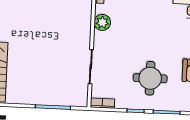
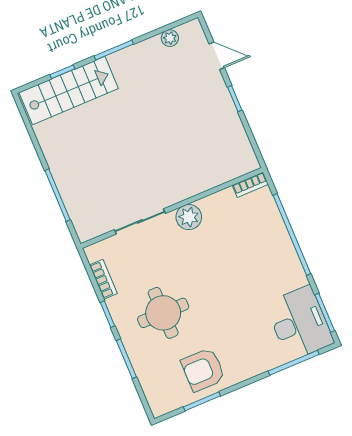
plant: (102, 22) -> (189, 217), moved
bookcase: (102, 103) -> (103, 279), moved

